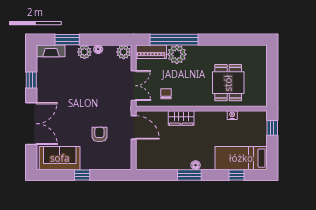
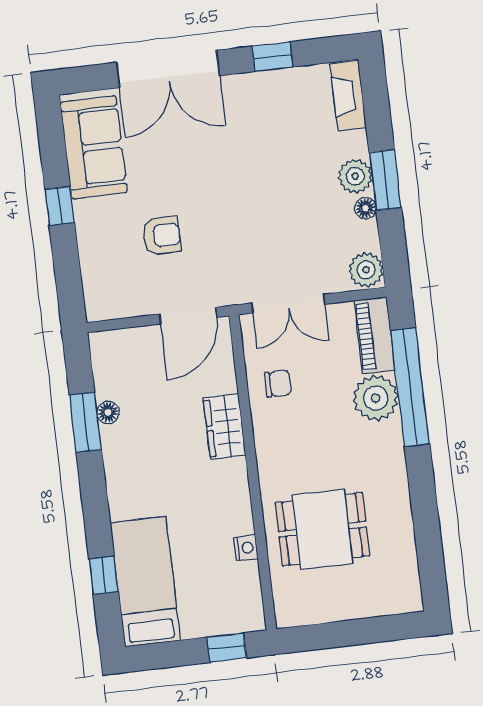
window: (67, 40) -> (385, 180), moved
floor lamp: (196, 165) -> (108, 412), moved
window: (189, 175) -> (85, 422), moved

